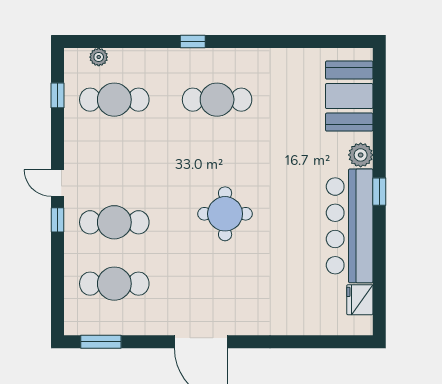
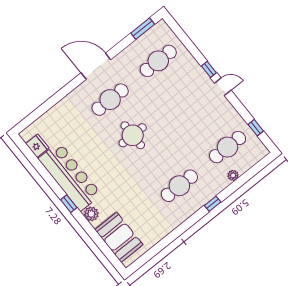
plant: (99, 57) -> (233, 175), moved
cafe table: (114, 222) -> (110, 100), moved

